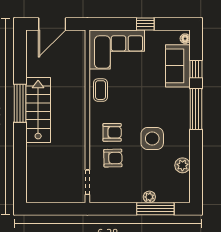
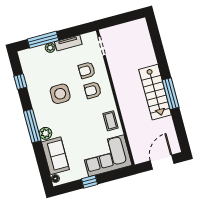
window: (196, 69) -> (20, 82), moved
plant: (182, 165) -> (45, 133), moved
tv unit: (126, 197) -> (68, 43), added

